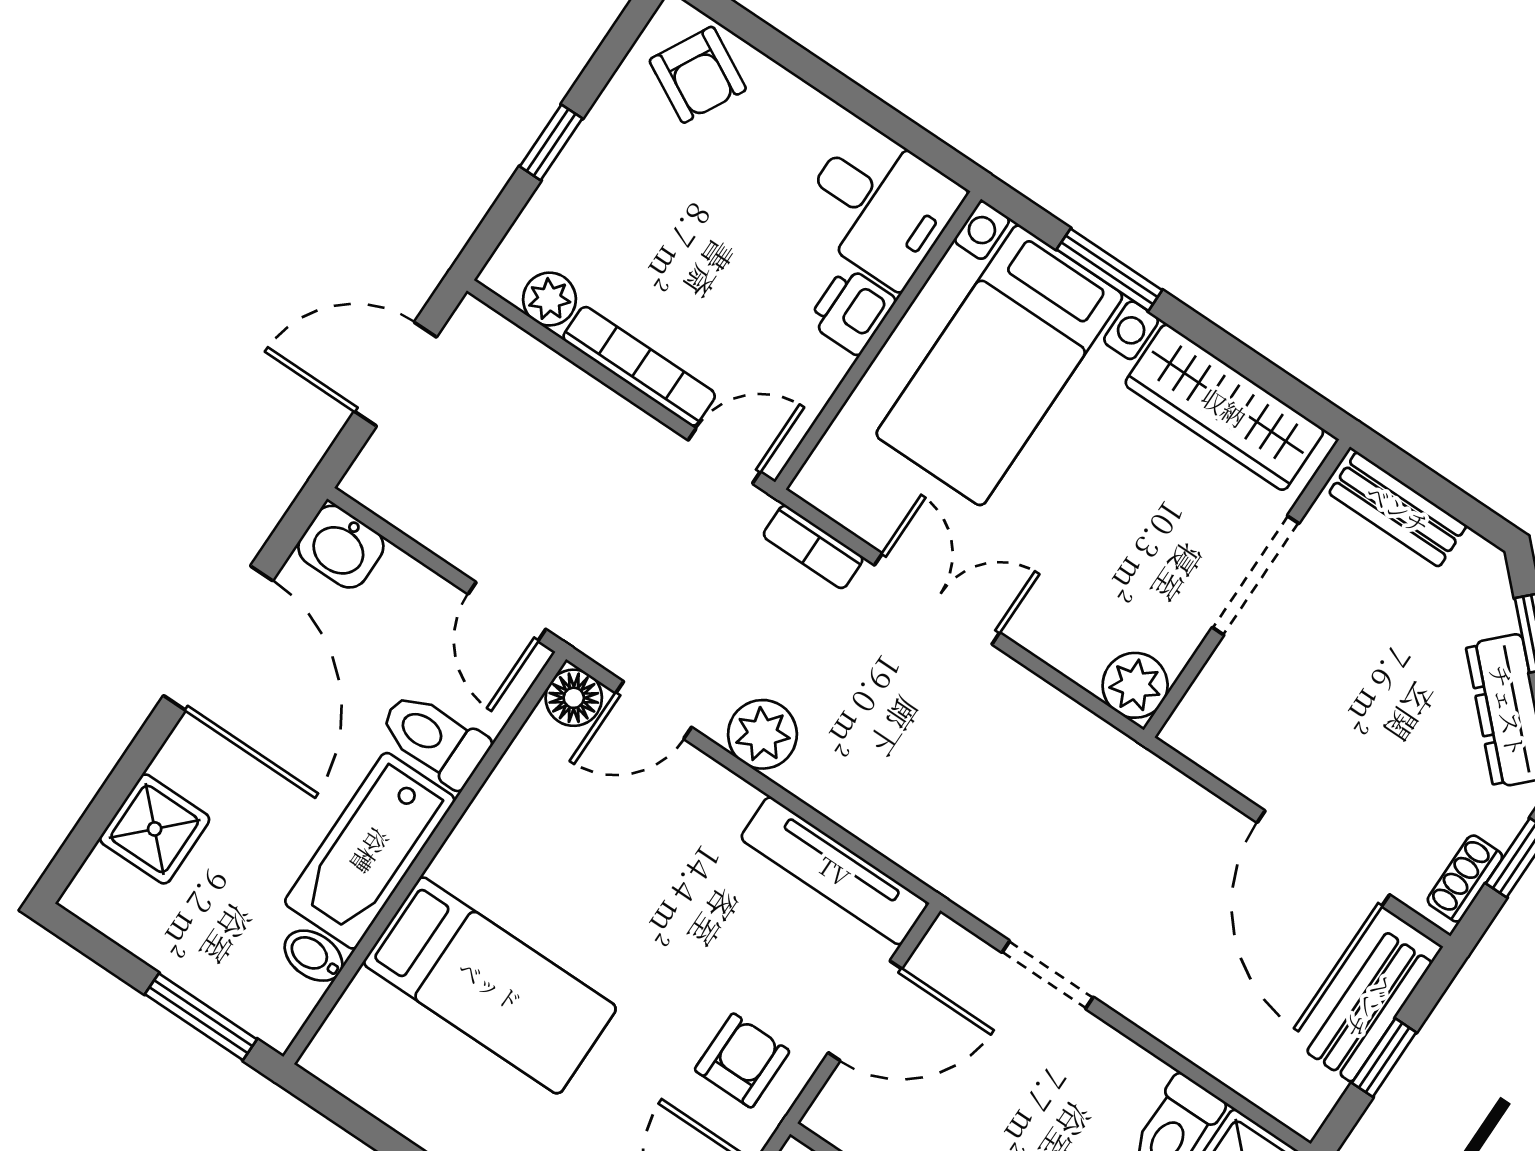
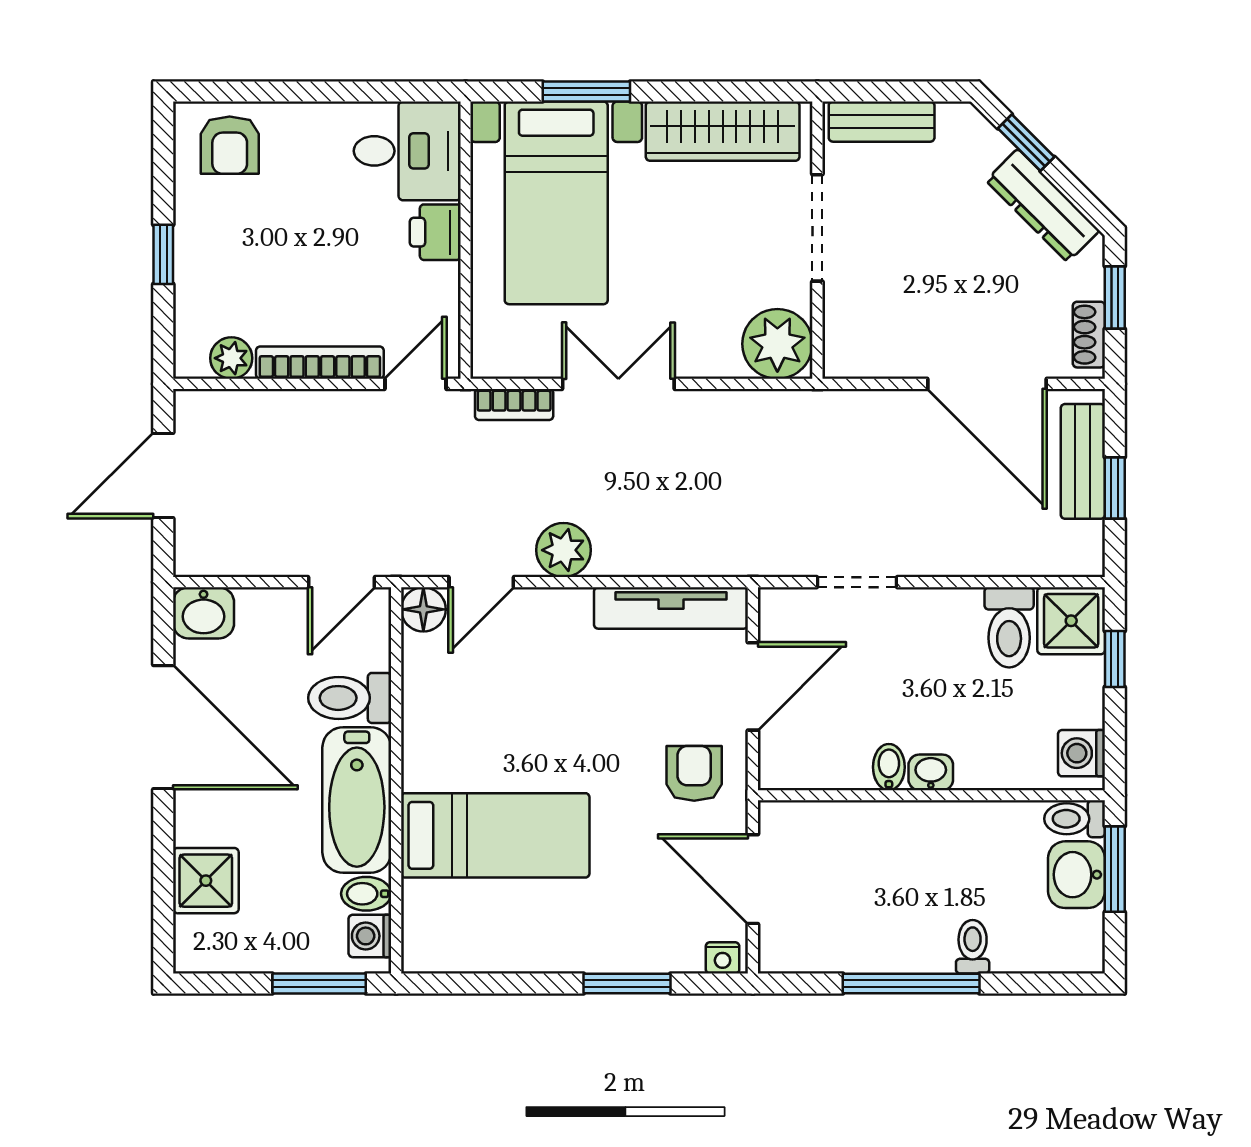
armchair: (698, 75) -> (230, 145), turned 62
door: (507, 612) -> (341, 582), hinge flipped
plant: (1135, 685) -> (777, 344), width x1.36, depth x1.36
washing machine: (288, 1003) -> (370, 936), added

